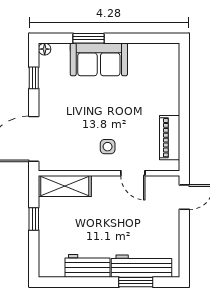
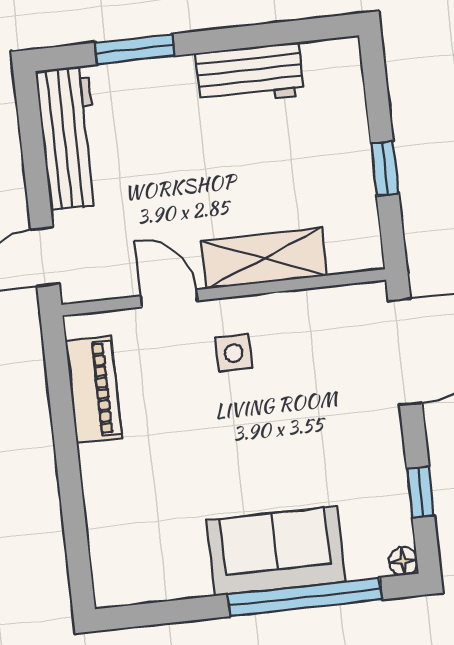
window: (89, 38) -> (305, 597), width x2.11
shelving: (65, 186) -> (264, 258), moved
workbench: (141, 266) -> (69, 138), moved, turned -90

